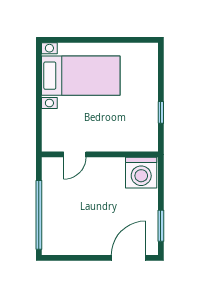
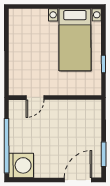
bed with nightstands: (81, 76) -> (75, 40), moved, turned 90
washing machine: (141, 173) -> (21, 165), moved, turned -90

